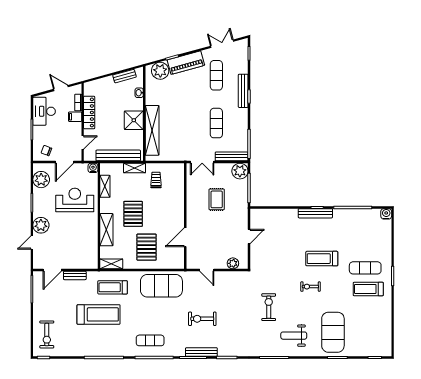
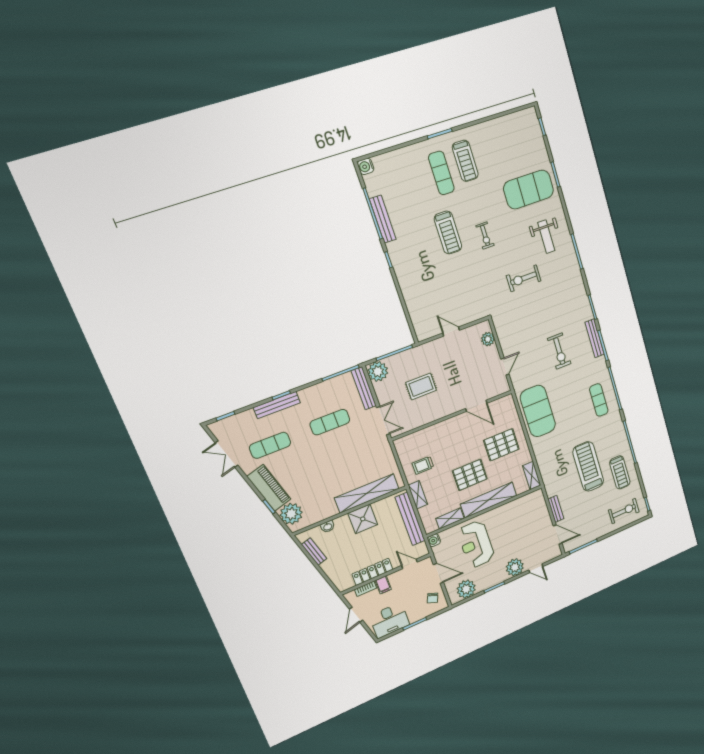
bench: (315, 213) -> (383, 219), moved
shelving: (106, 230) -> (489, 500), width x1.47
treadmill: (113, 287) -> (620, 472), moved

